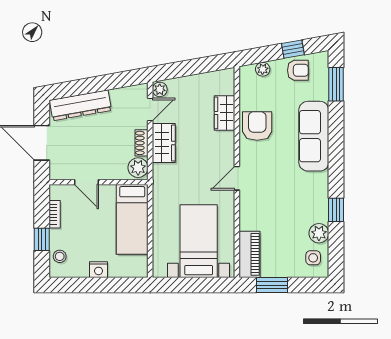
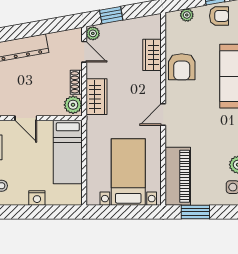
window: (180, 69) -> (111, 15), added
door: (150, 109) -> (84, 52), hinge flipped
armchair: (257, 126) -> (182, 67), turned 180
wardrobe: (164, 143) -> (97, 97), moved
piano: (249, 254) -> (178, 176), width x1.37, depth x1.33

